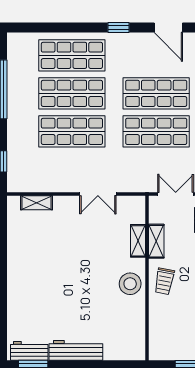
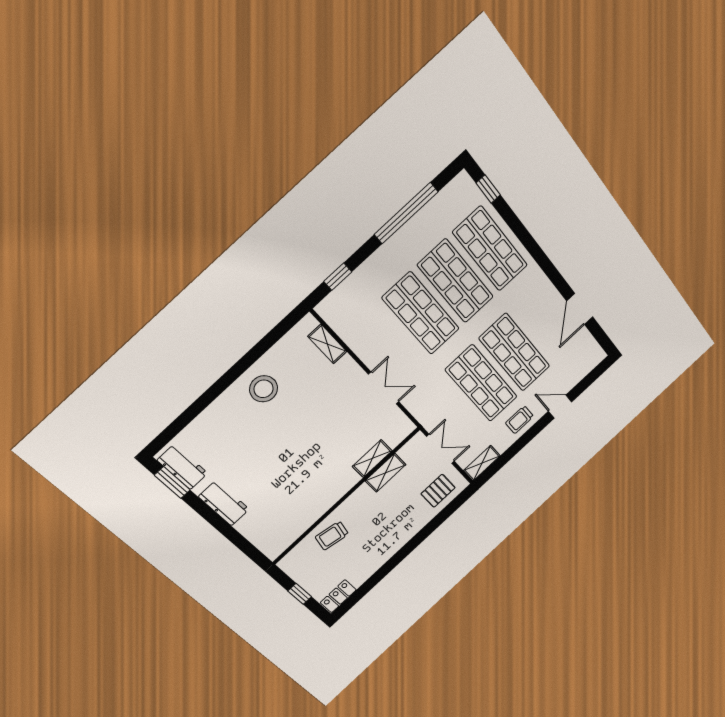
window: (119, 27) -> (488, 189), moved
double door: (98, 194) -> (384, 388), swing flipped
trolley: (164, 281) -> (332, 536), moved
stool: (130, 284) -> (264, 389), moved
workbench: (76, 350) -> (224, 503), width x0.73

